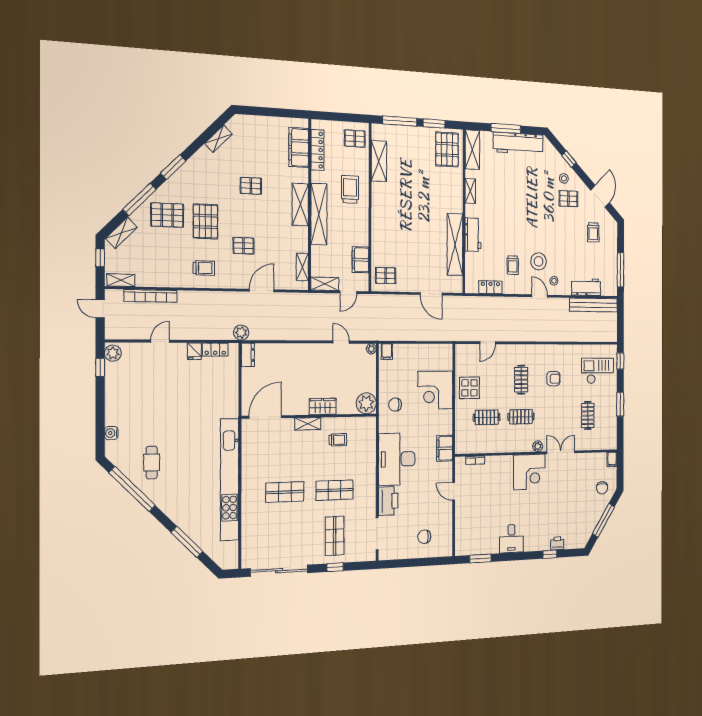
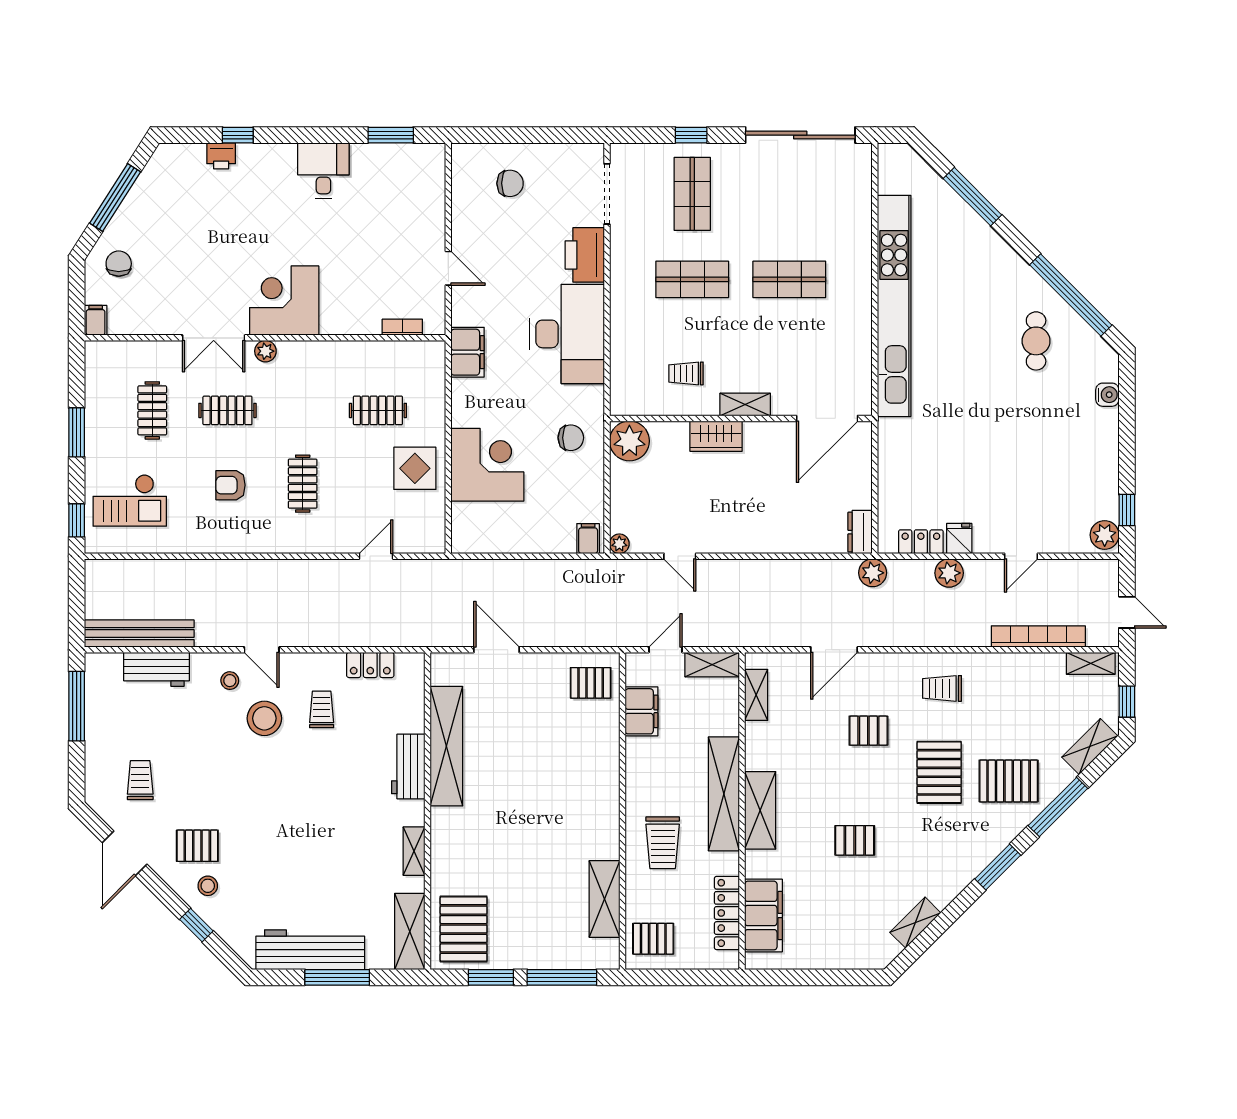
plant: (200, 332) -> (949, 573), added
clothes rail: (521, 417) -> (227, 410), moved

